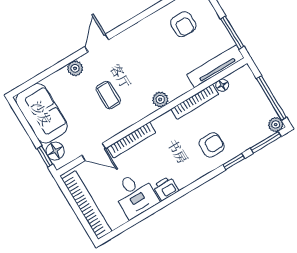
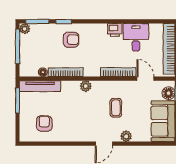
armchair: (212, 145) -> (71, 40), turned 180

